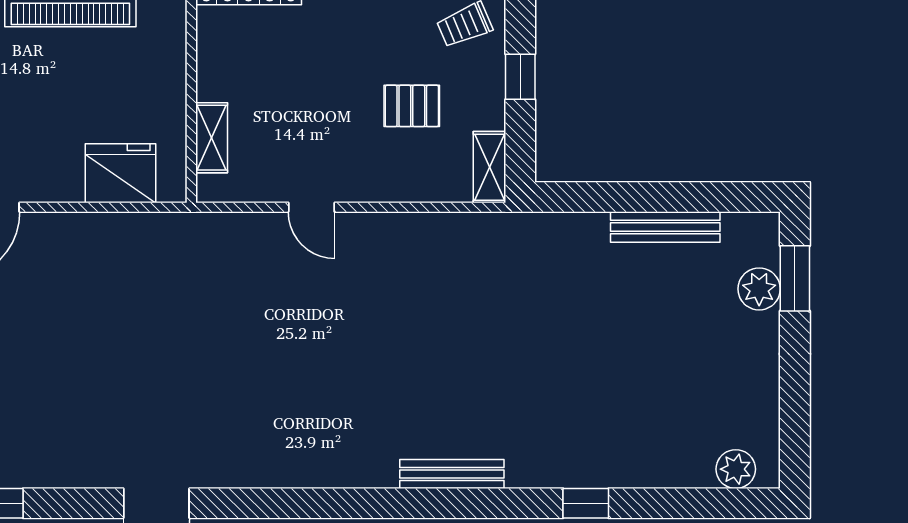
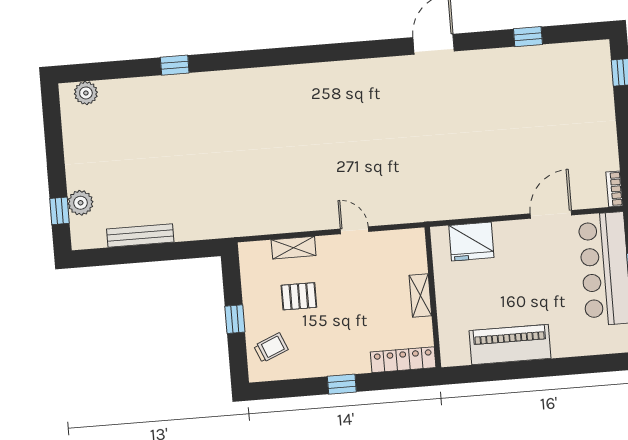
shelving: (212, 138) -> (420, 295), moved
shelving: (489, 167) -> (294, 248), moved, turned 90
window: (795, 278) -> (59, 211), width x0.67
bench: (452, 474) -> (257, 76), removed

